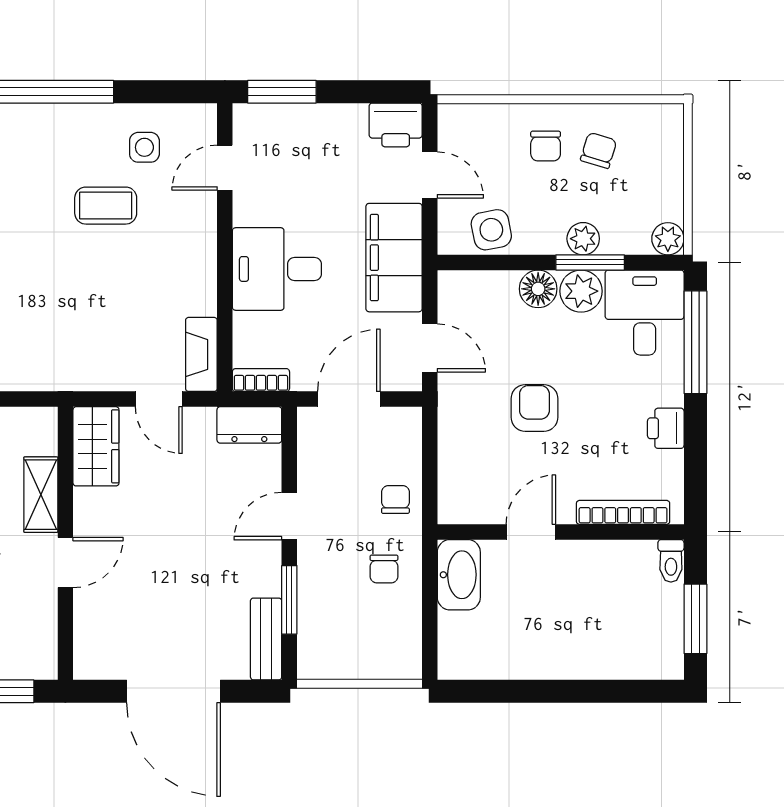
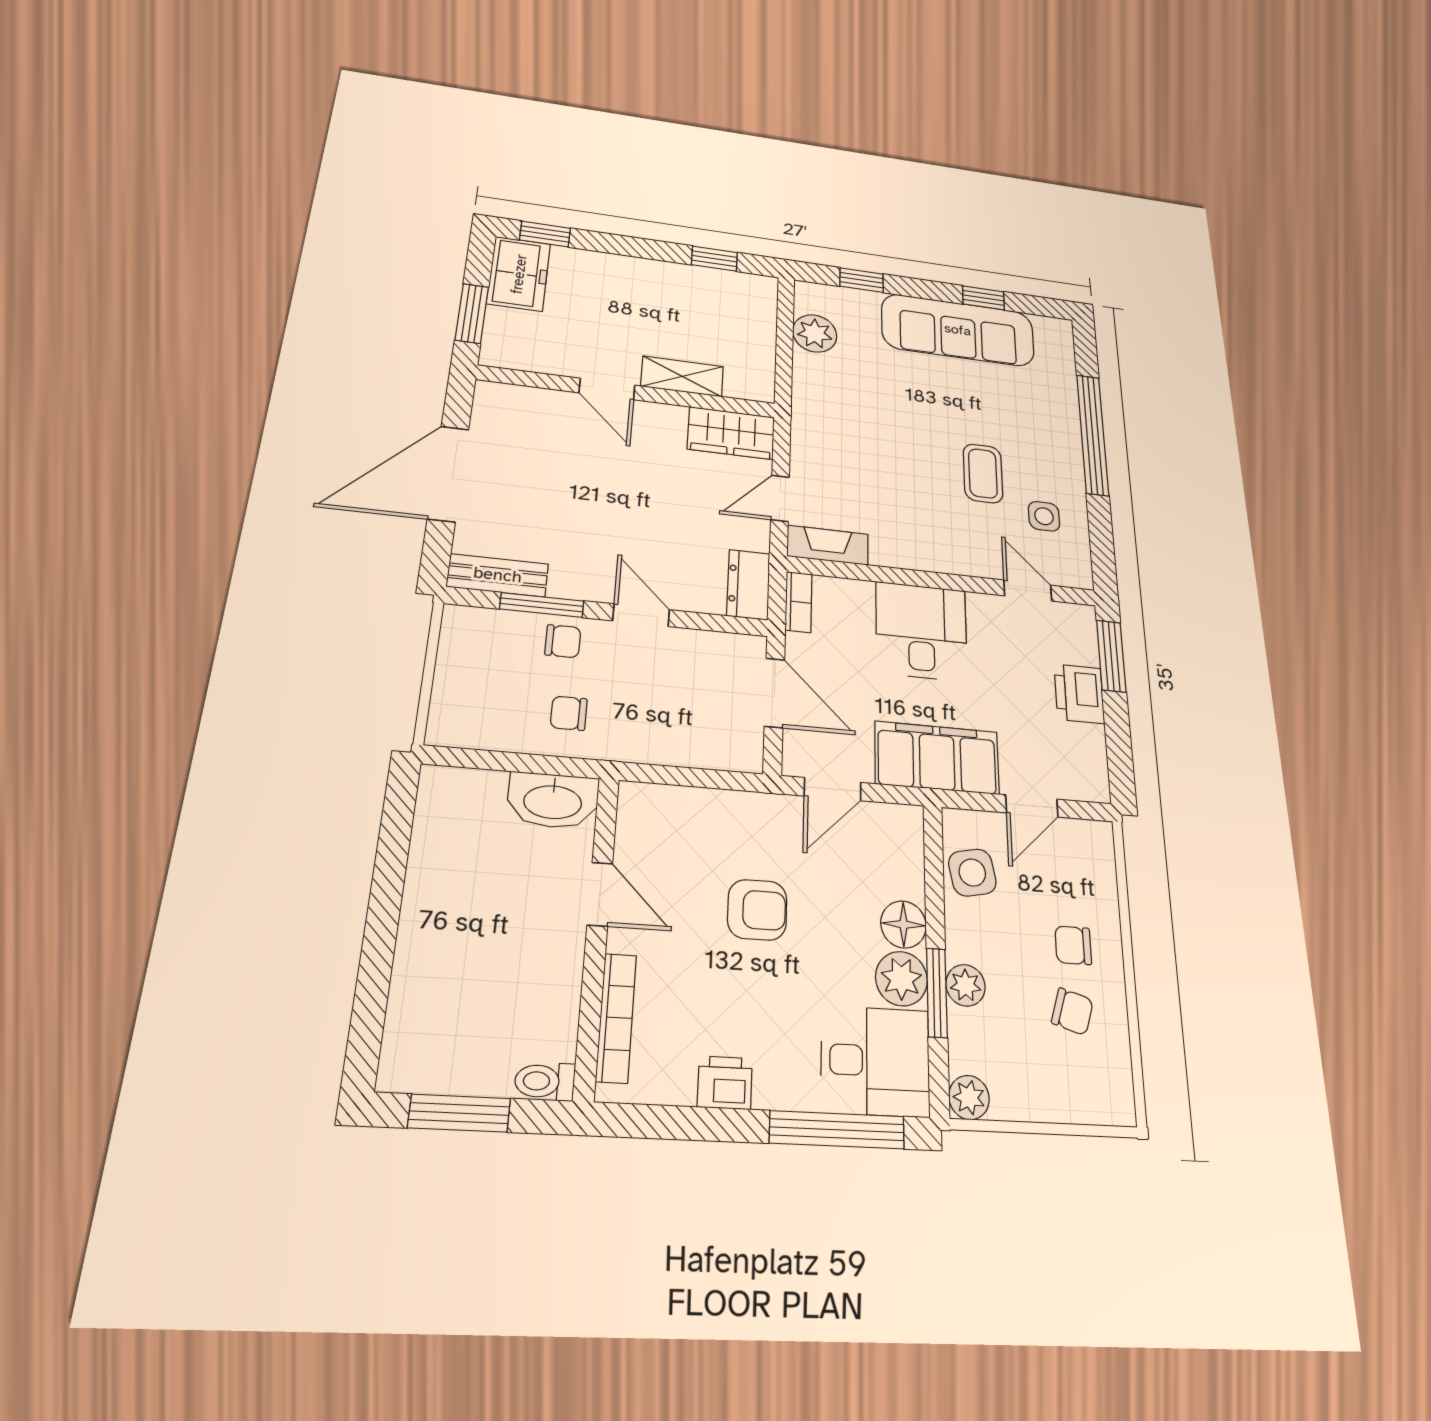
printer: (396, 125) -> (1079, 694), moved
chair: (395, 499) -> (563, 641), moved

